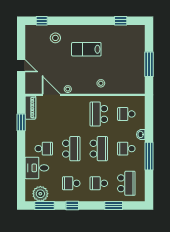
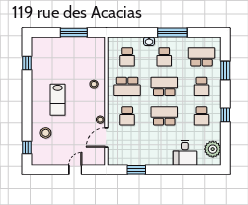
piano: (30, 108) -> (120, 160), removed
school desk: (44, 149) -> (127, 116), moved, turned 180
window: (44, 205) -> (225, 145), removed

